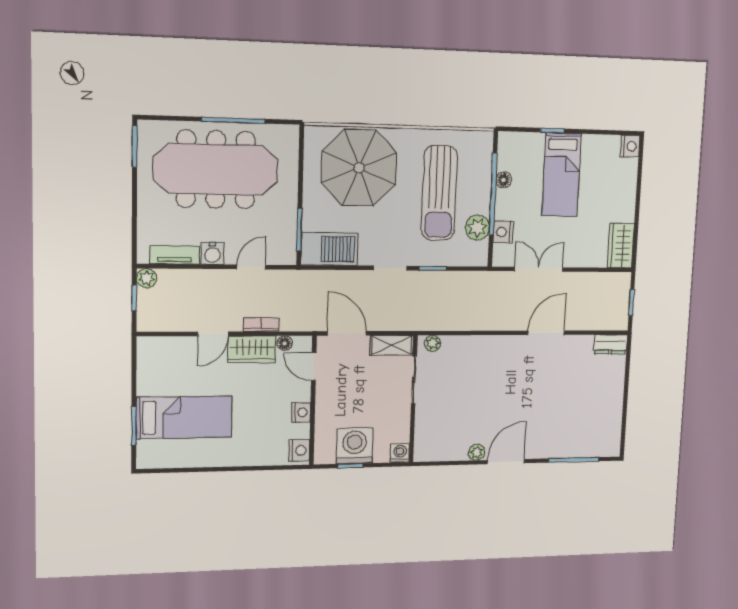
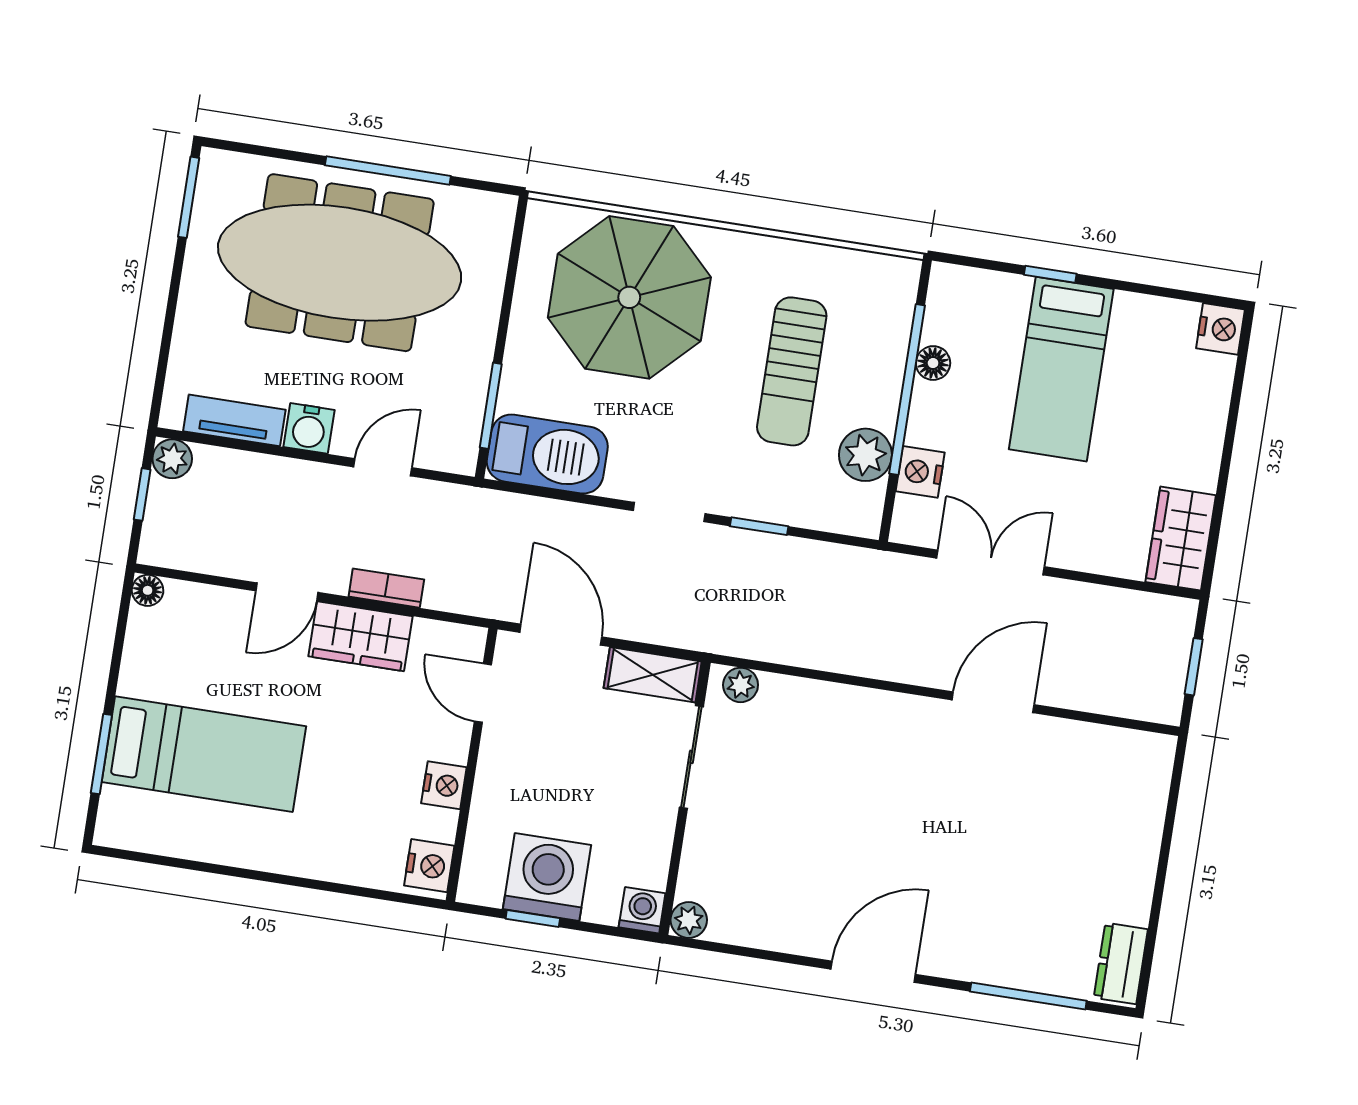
sun lounger: (439, 193) -> (792, 371), width x0.73, depth x0.75
floor lamp: (285, 343) -> (148, 590), moved
dresser: (610, 344) -> (1121, 963), moved, turned 90
plant: (477, 452) -> (689, 920), moved

